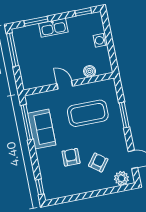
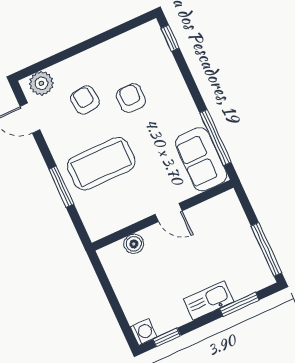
washing machine: (100, 40) -> (143, 332), moved
coffee table: (88, 113) -> (101, 164), moved
sofa: (42, 129) -> (201, 159), moved
armchair: (71, 157) -> (131, 98), turned 180
armchair: (98, 162) -> (85, 100), turned 136

